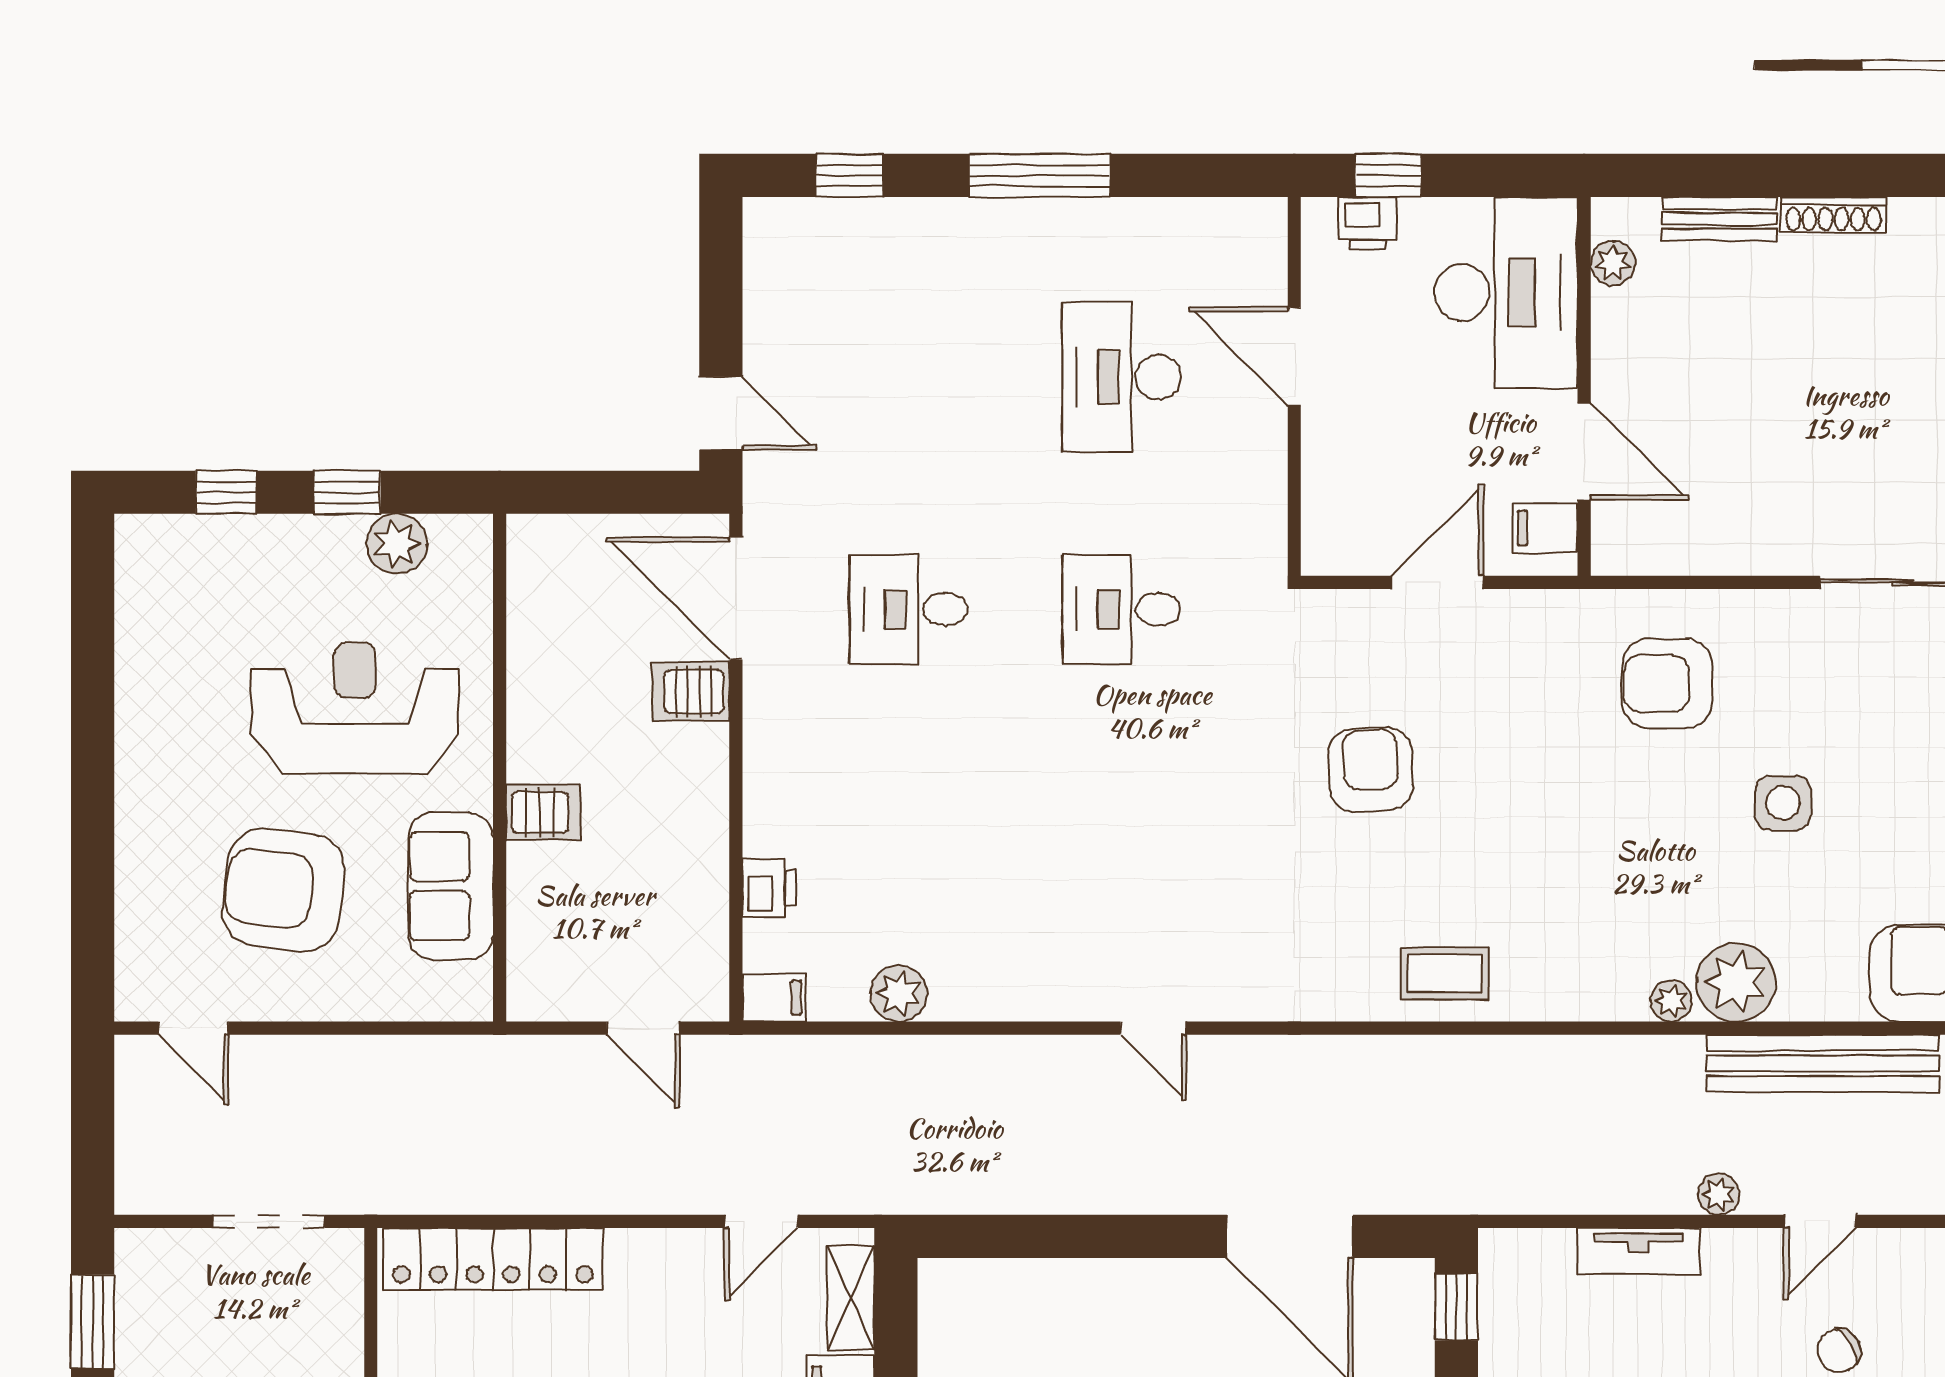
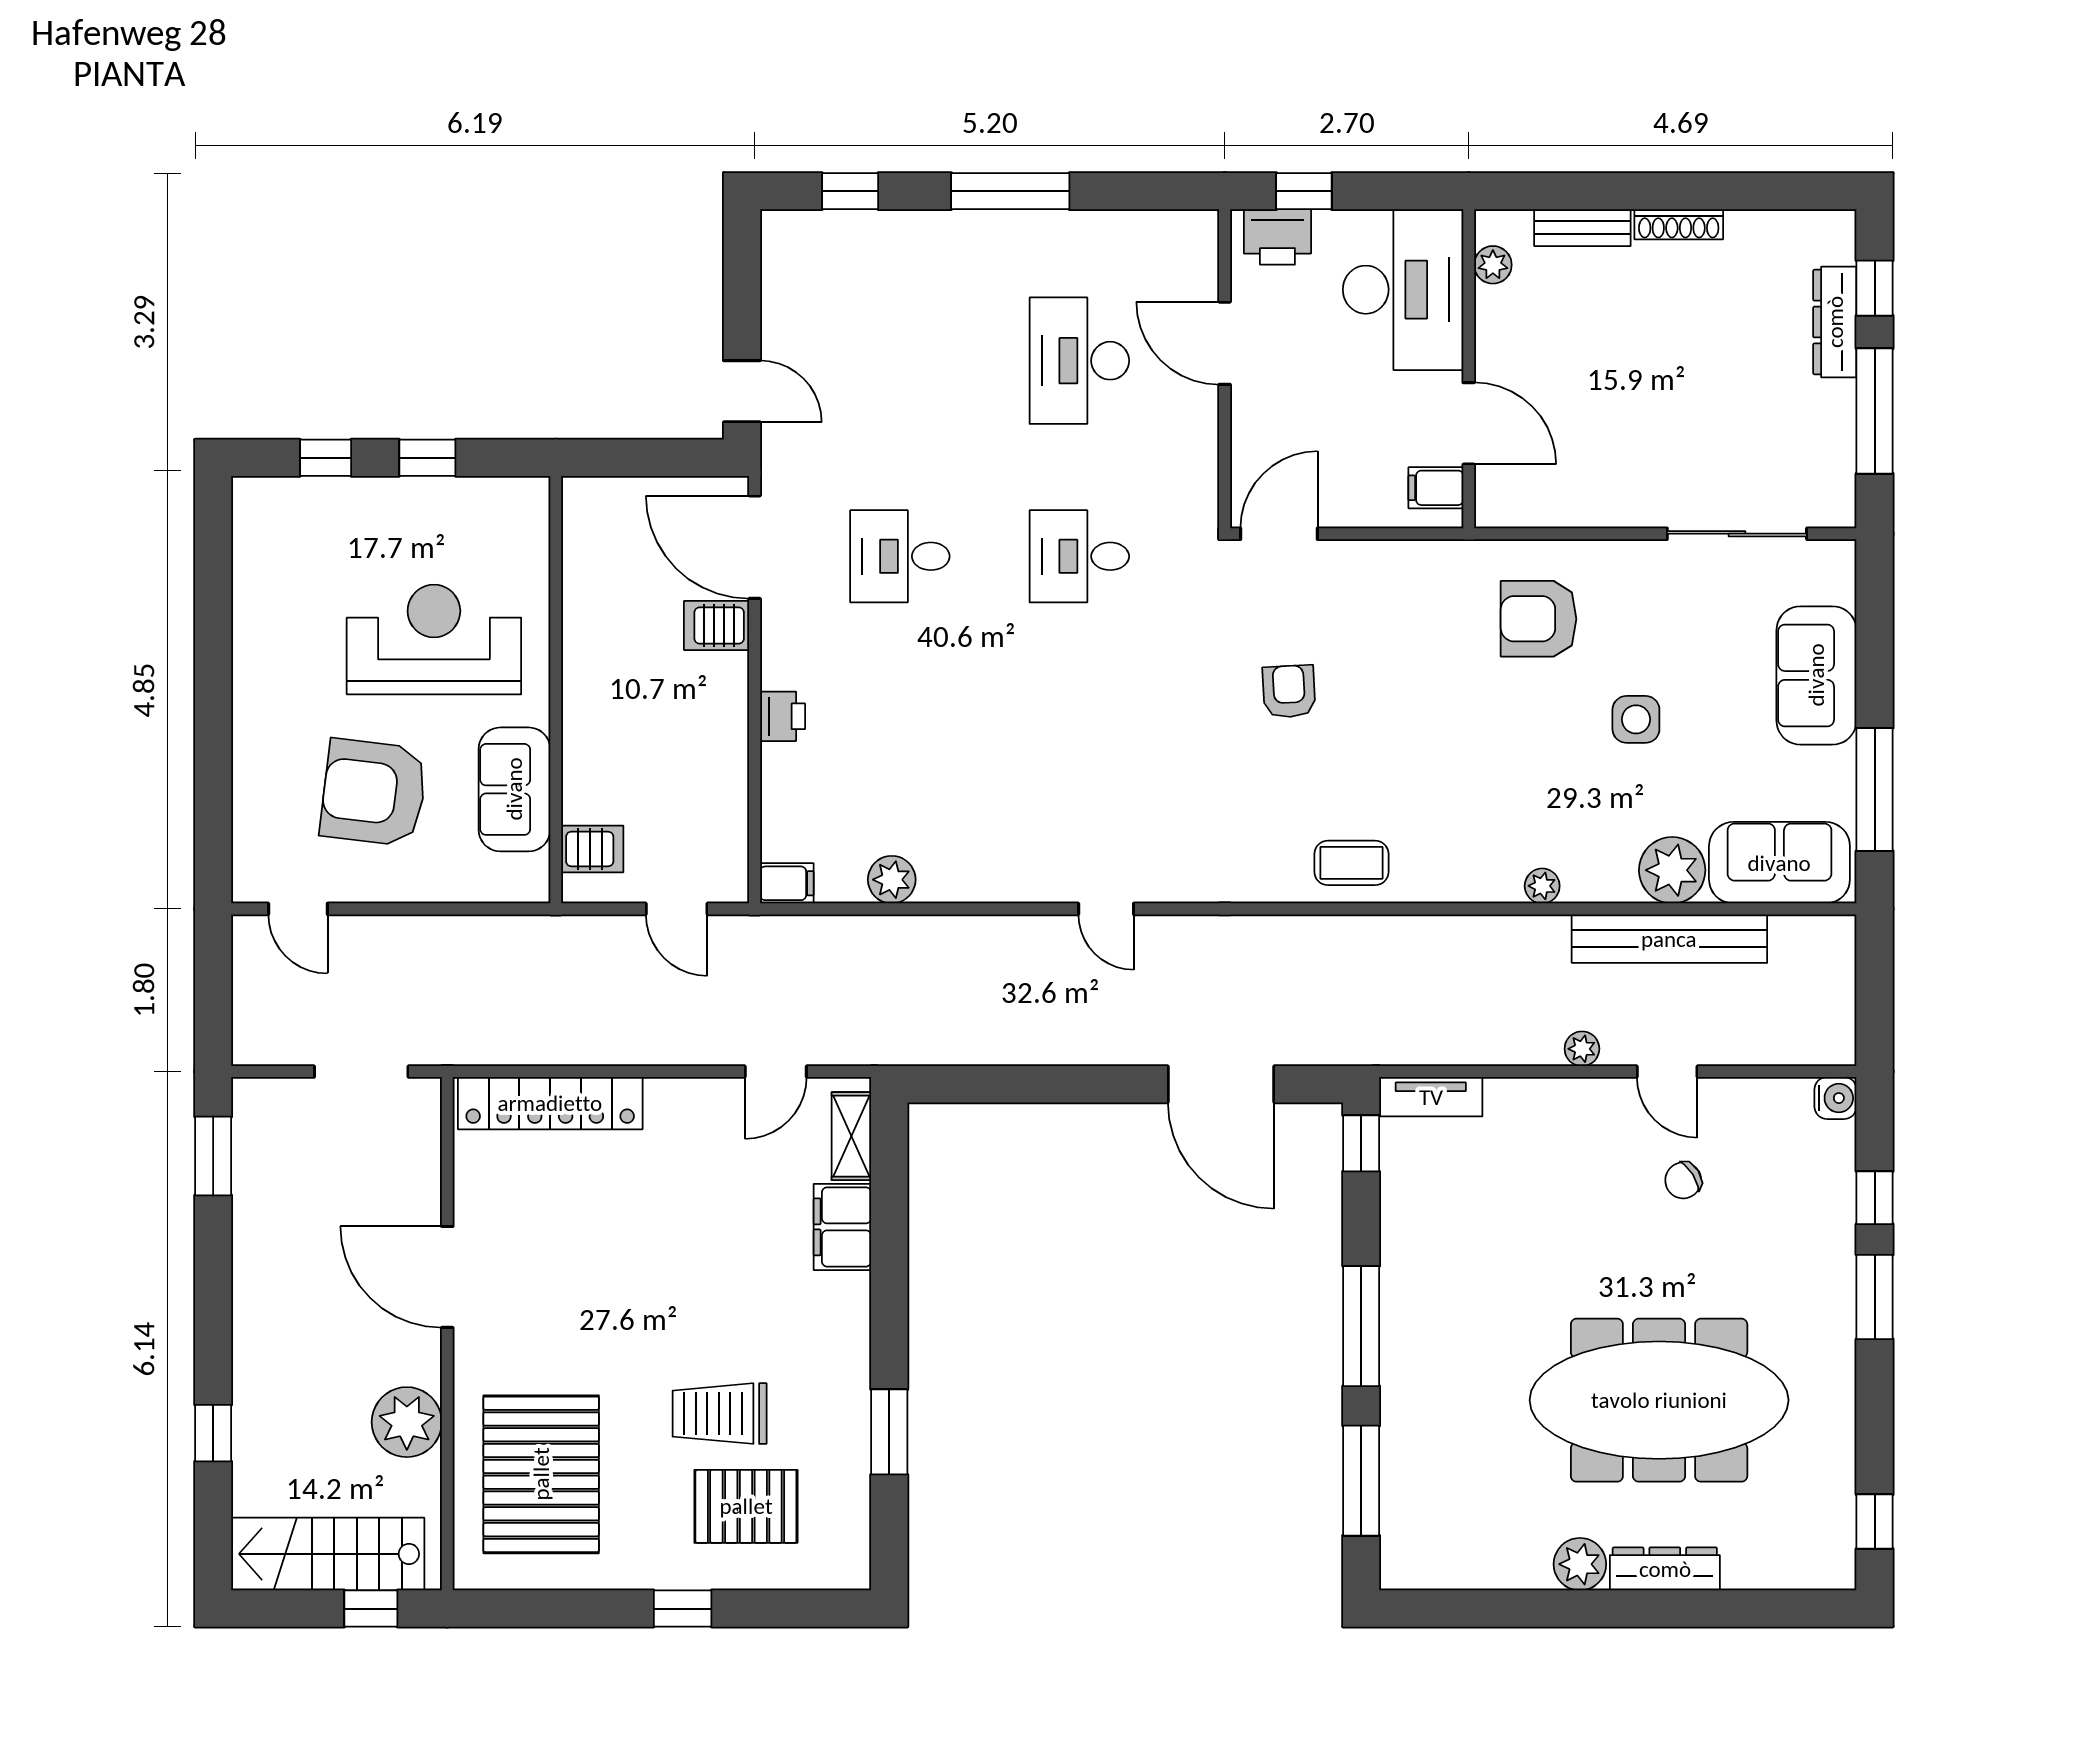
printer: (1368, 224) -> (1277, 237), width x1.36, depth x1.24
plant: (397, 544) -> (469, 501), removed
door: (1437, 582) -> (1279, 534), moved
armchair: (1371, 770) -> (1289, 691), width x0.72, depth x0.72
server rack: (543, 812) -> (592, 849), moved
printer: (769, 888) -> (783, 716), moved
plant: (1736, 982) -> (1672, 870), moved
door: (1820, 1221) -> (1667, 1072), hinge flipped
tv unit: (1638, 1251) -> (1431, 1097), moved

